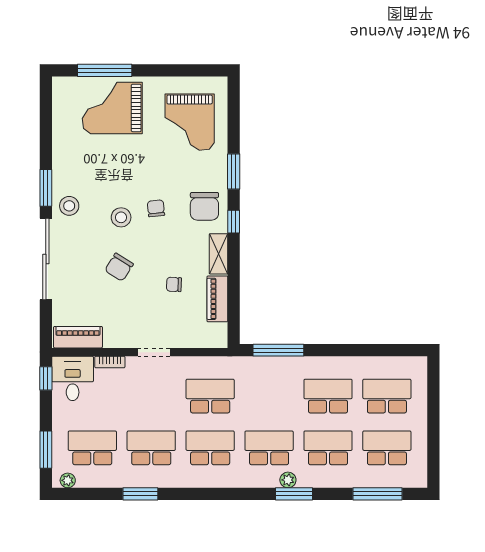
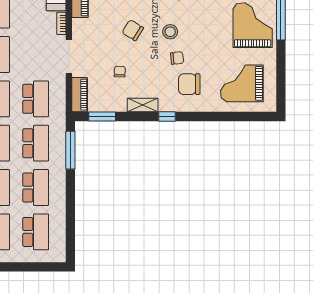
window: (234, 171) -> (102, 116), moved
chair: (204, 206) -> (189, 84), moved
piano: (217, 299) -> (80, 95), moved, turned 90
doorway: (154, 352) -> (69, 57), width x1.38
school desk: (269, 396) -> (36, 143), added

